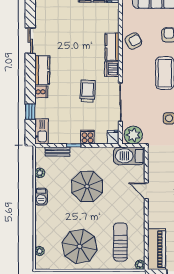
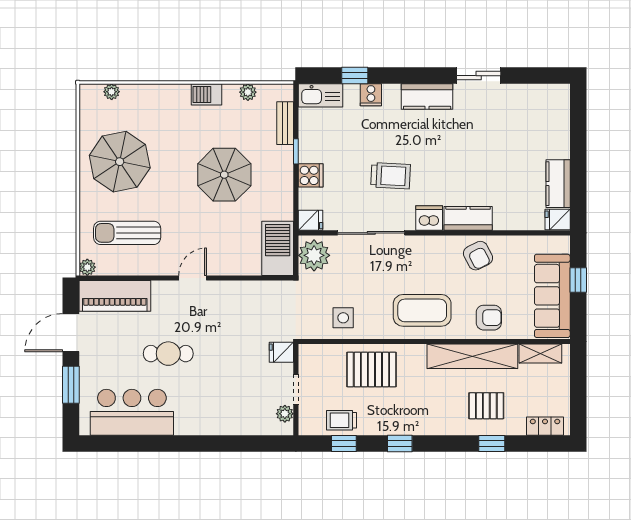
cooker: (41, 92) -> (371, 95), moved
door: (146, 191) -> (193, 278), moved
sun lounger: (120, 242) -> (127, 233), turned 180

